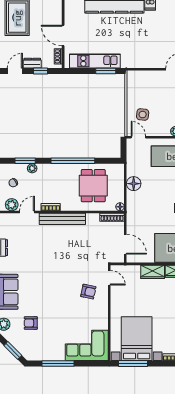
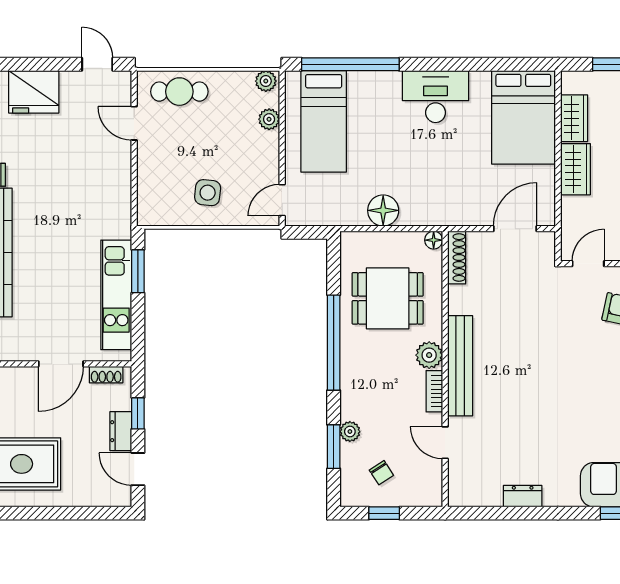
side table: (143, 114) -> (208, 193), moved
plant: (12, 205) -> (429, 355), moved

